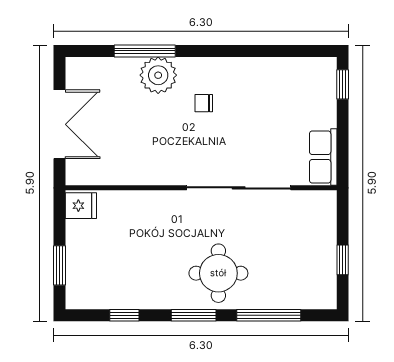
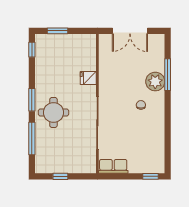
fridge: (81, 206) -> (88, 78), moved, turned 90
window: (124, 315) -> (32, 50), moved

